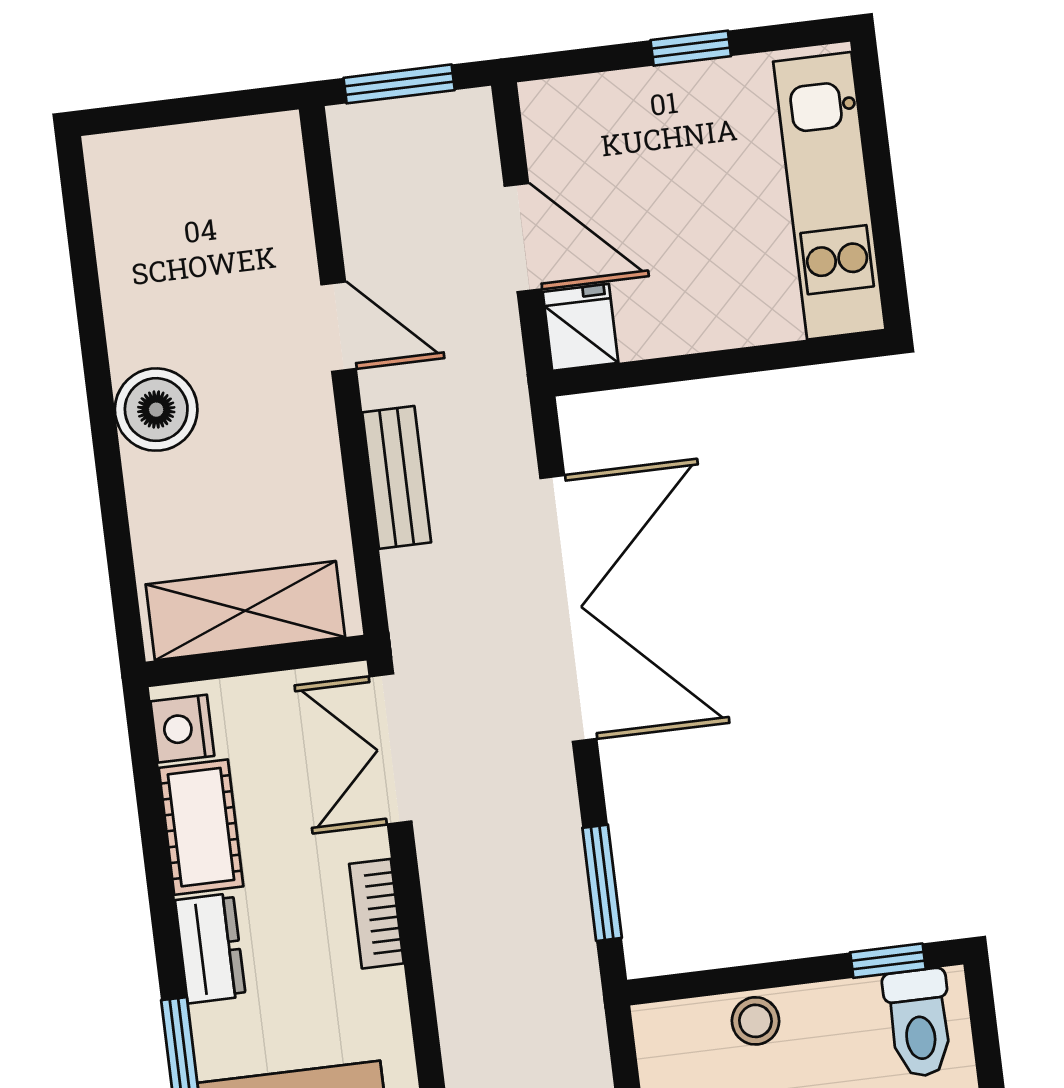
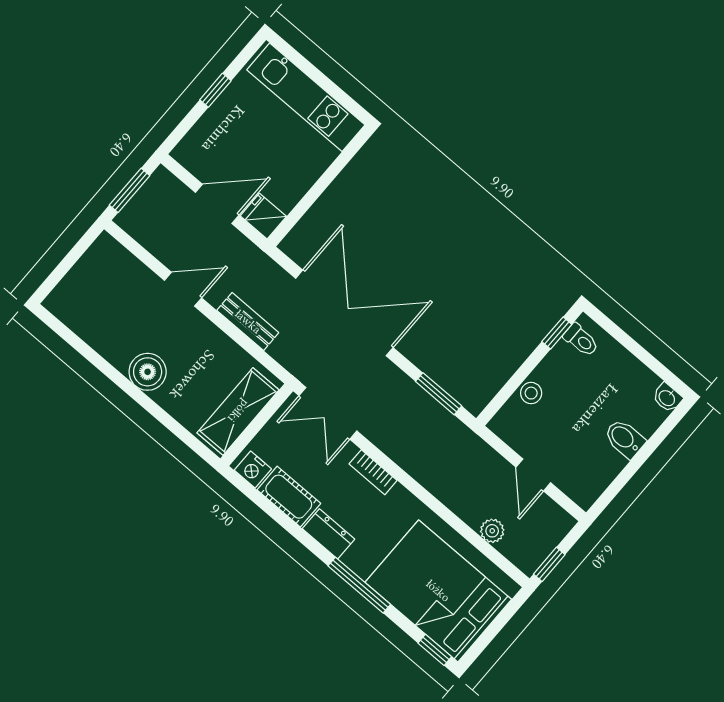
toilet: (919, 1023) -> (581, 340), width x0.73, depth x0.72

